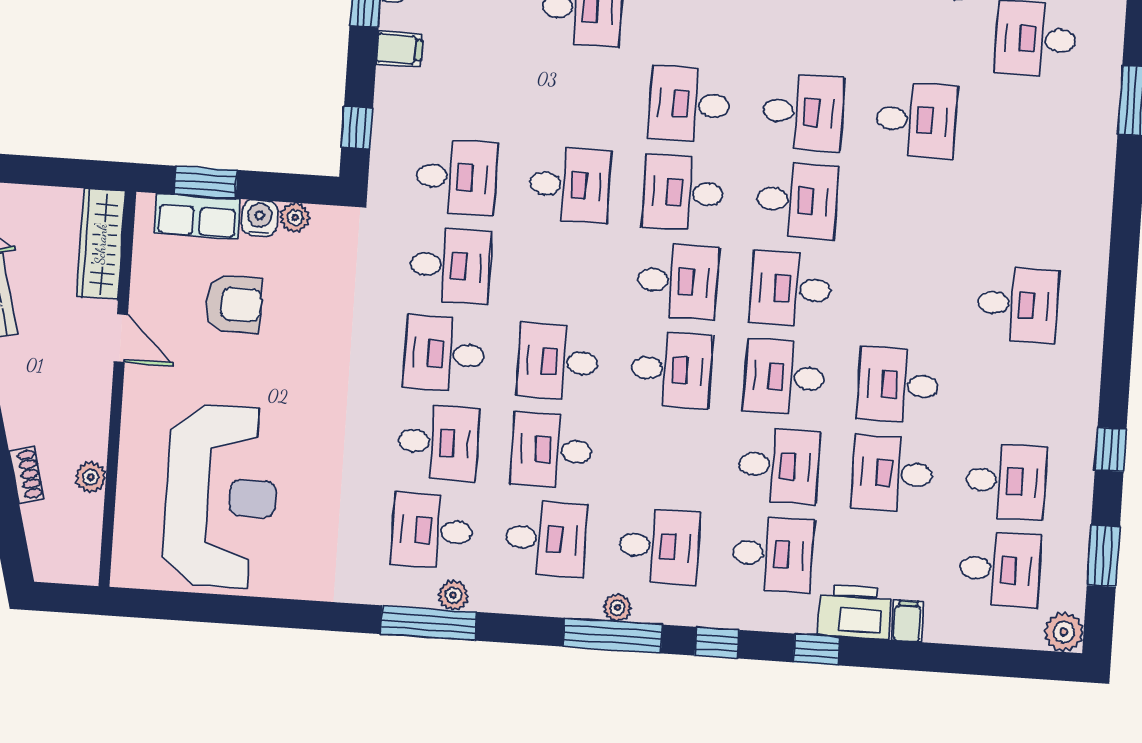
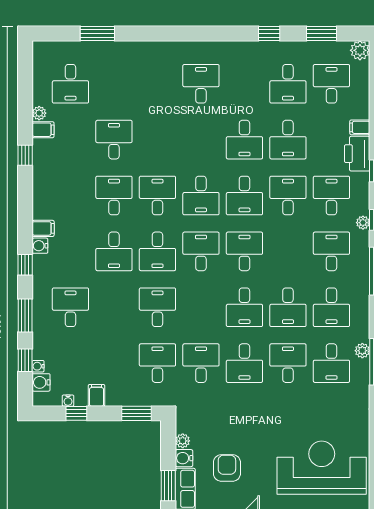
window: (357, 128) -> (137, 413), width x1.50
desk: (1006, 481) -> (288, 84), turned 180
desk: (546, 538) -> (331, 307), turned 180
plant: (617, 608) -> (363, 223), moved

